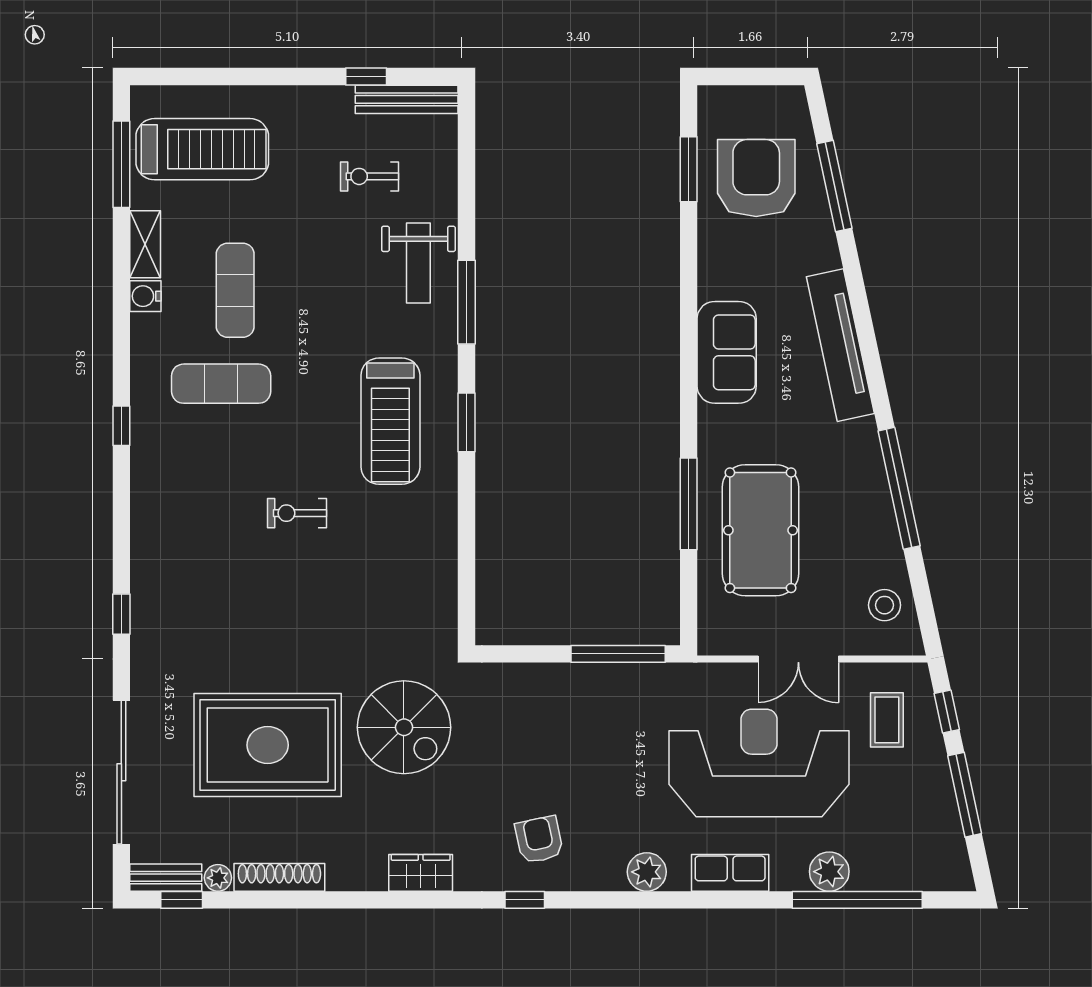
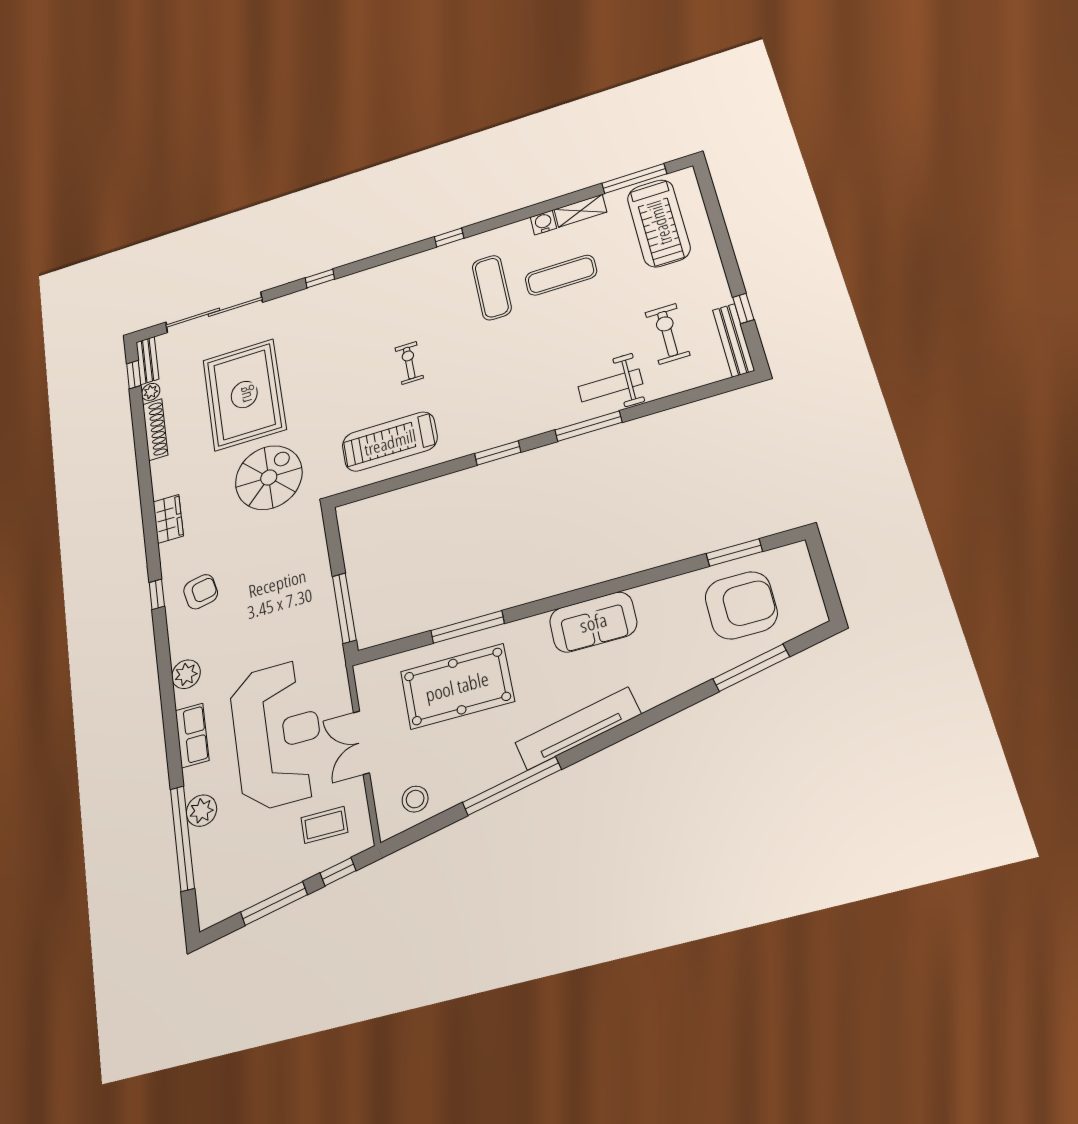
exercise bike: (370, 176) -> (667, 334), width x1.38, depth x1.39
tv unit: (840, 345) -> (578, 728), moved
treadmill: (390, 421) -> (390, 442), moved
spiral stairs: (404, 727) -> (269, 477), turned 180

